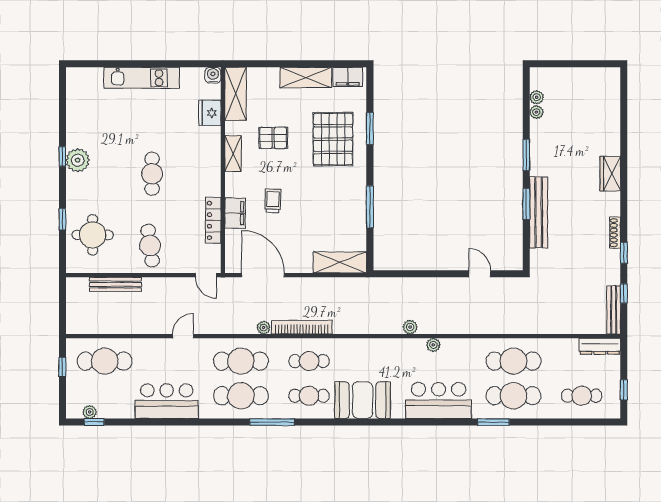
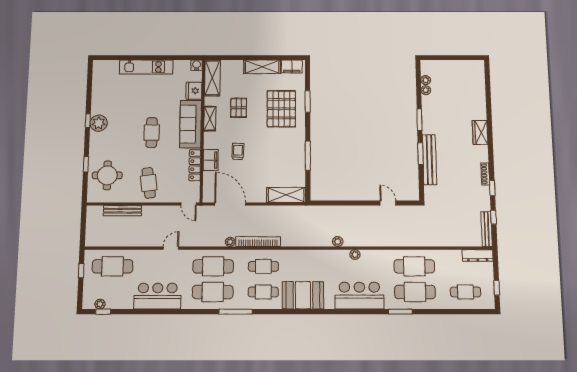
pallet: (273, 138) -> (239, 108), turned 90
sofa: (206, 161) -> (191, 124), added

